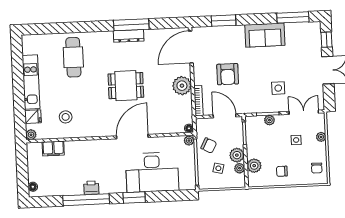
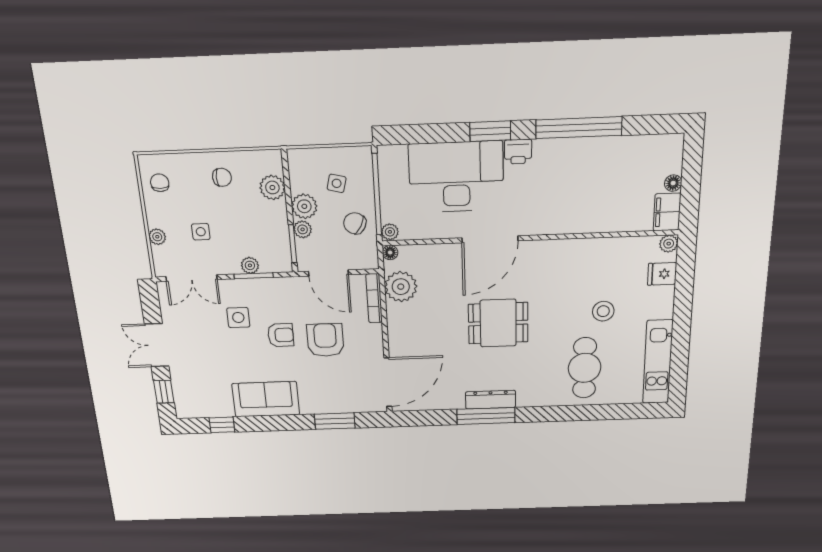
window: (293, 17) -> (222, 425), width x0.46
armchair: (254, 77) -> (281, 335), added
kitchen unit: (31, 82) -> (658, 362), moved
plant: (182, 86) -> (401, 287), moved
stool: (66, 117) -> (603, 311), moved
filing cabinet: (53, 149) -> (667, 212), moved, turned -90
plant: (240, 168) -> (303, 229), moved
floor lamp: (33, 187) -> (673, 183), moved
printer: (91, 188) -> (518, 152), moved

